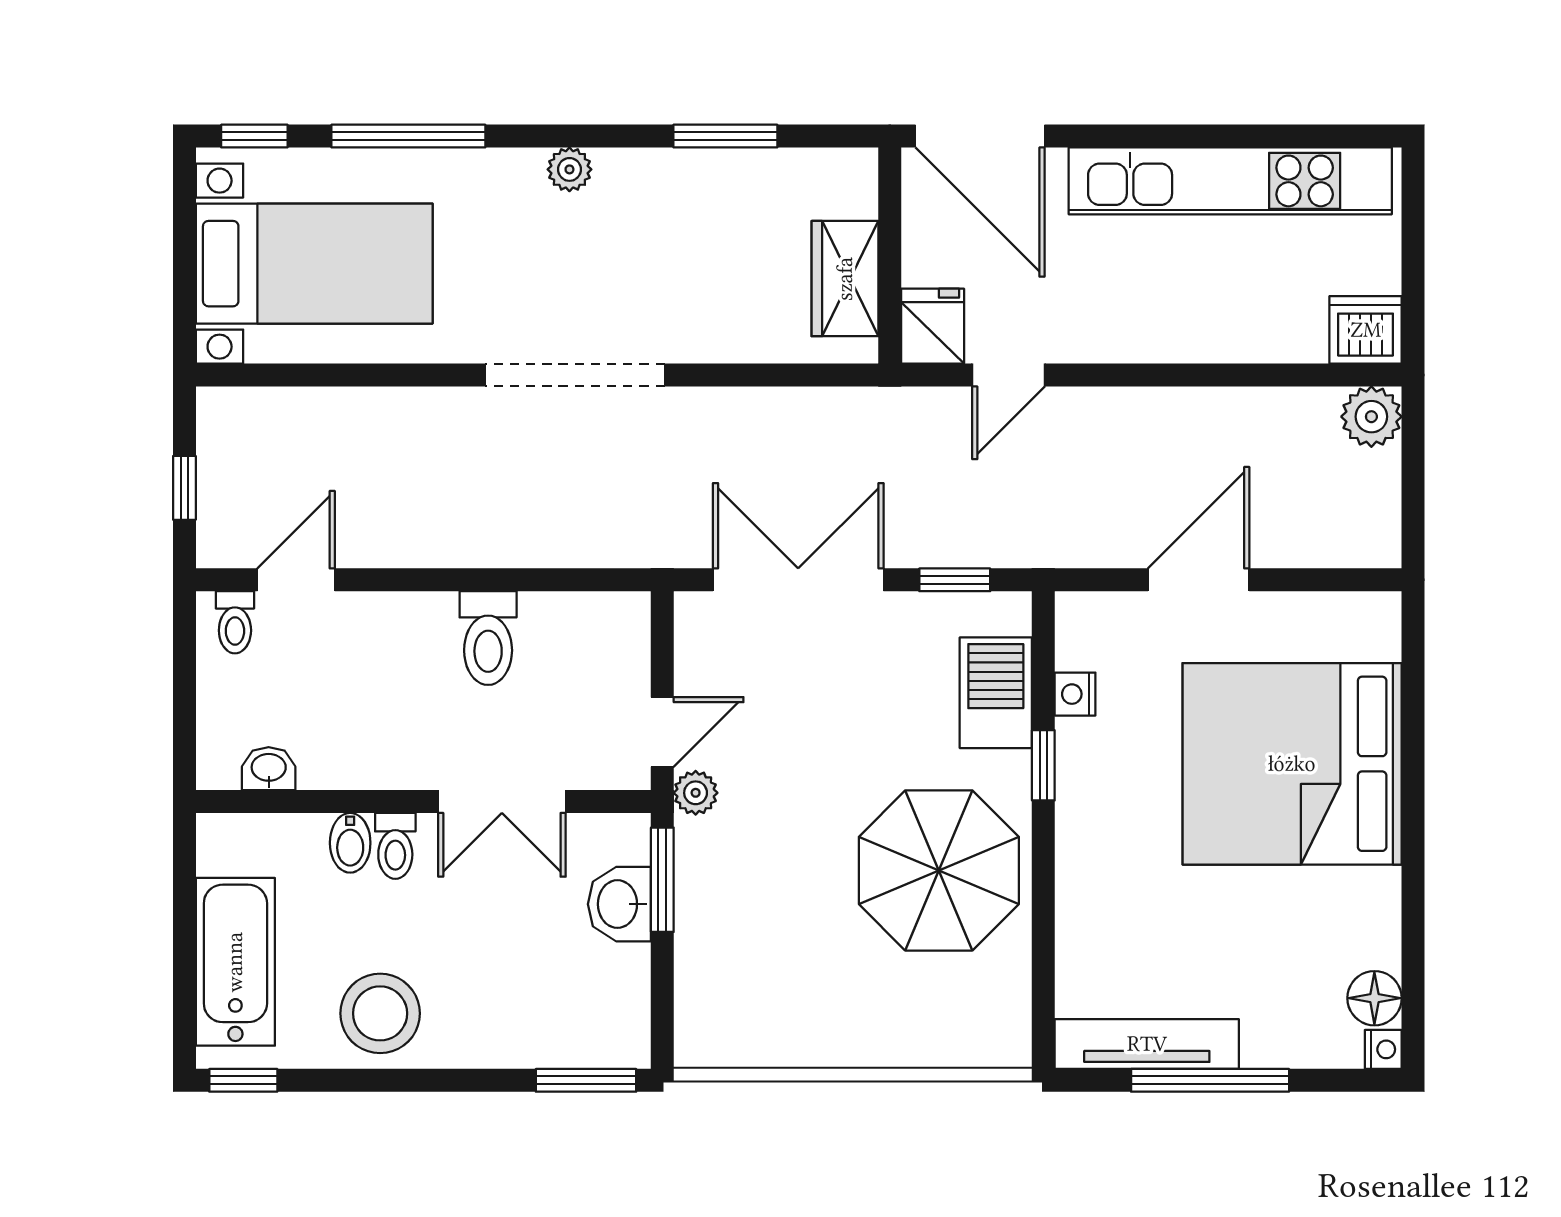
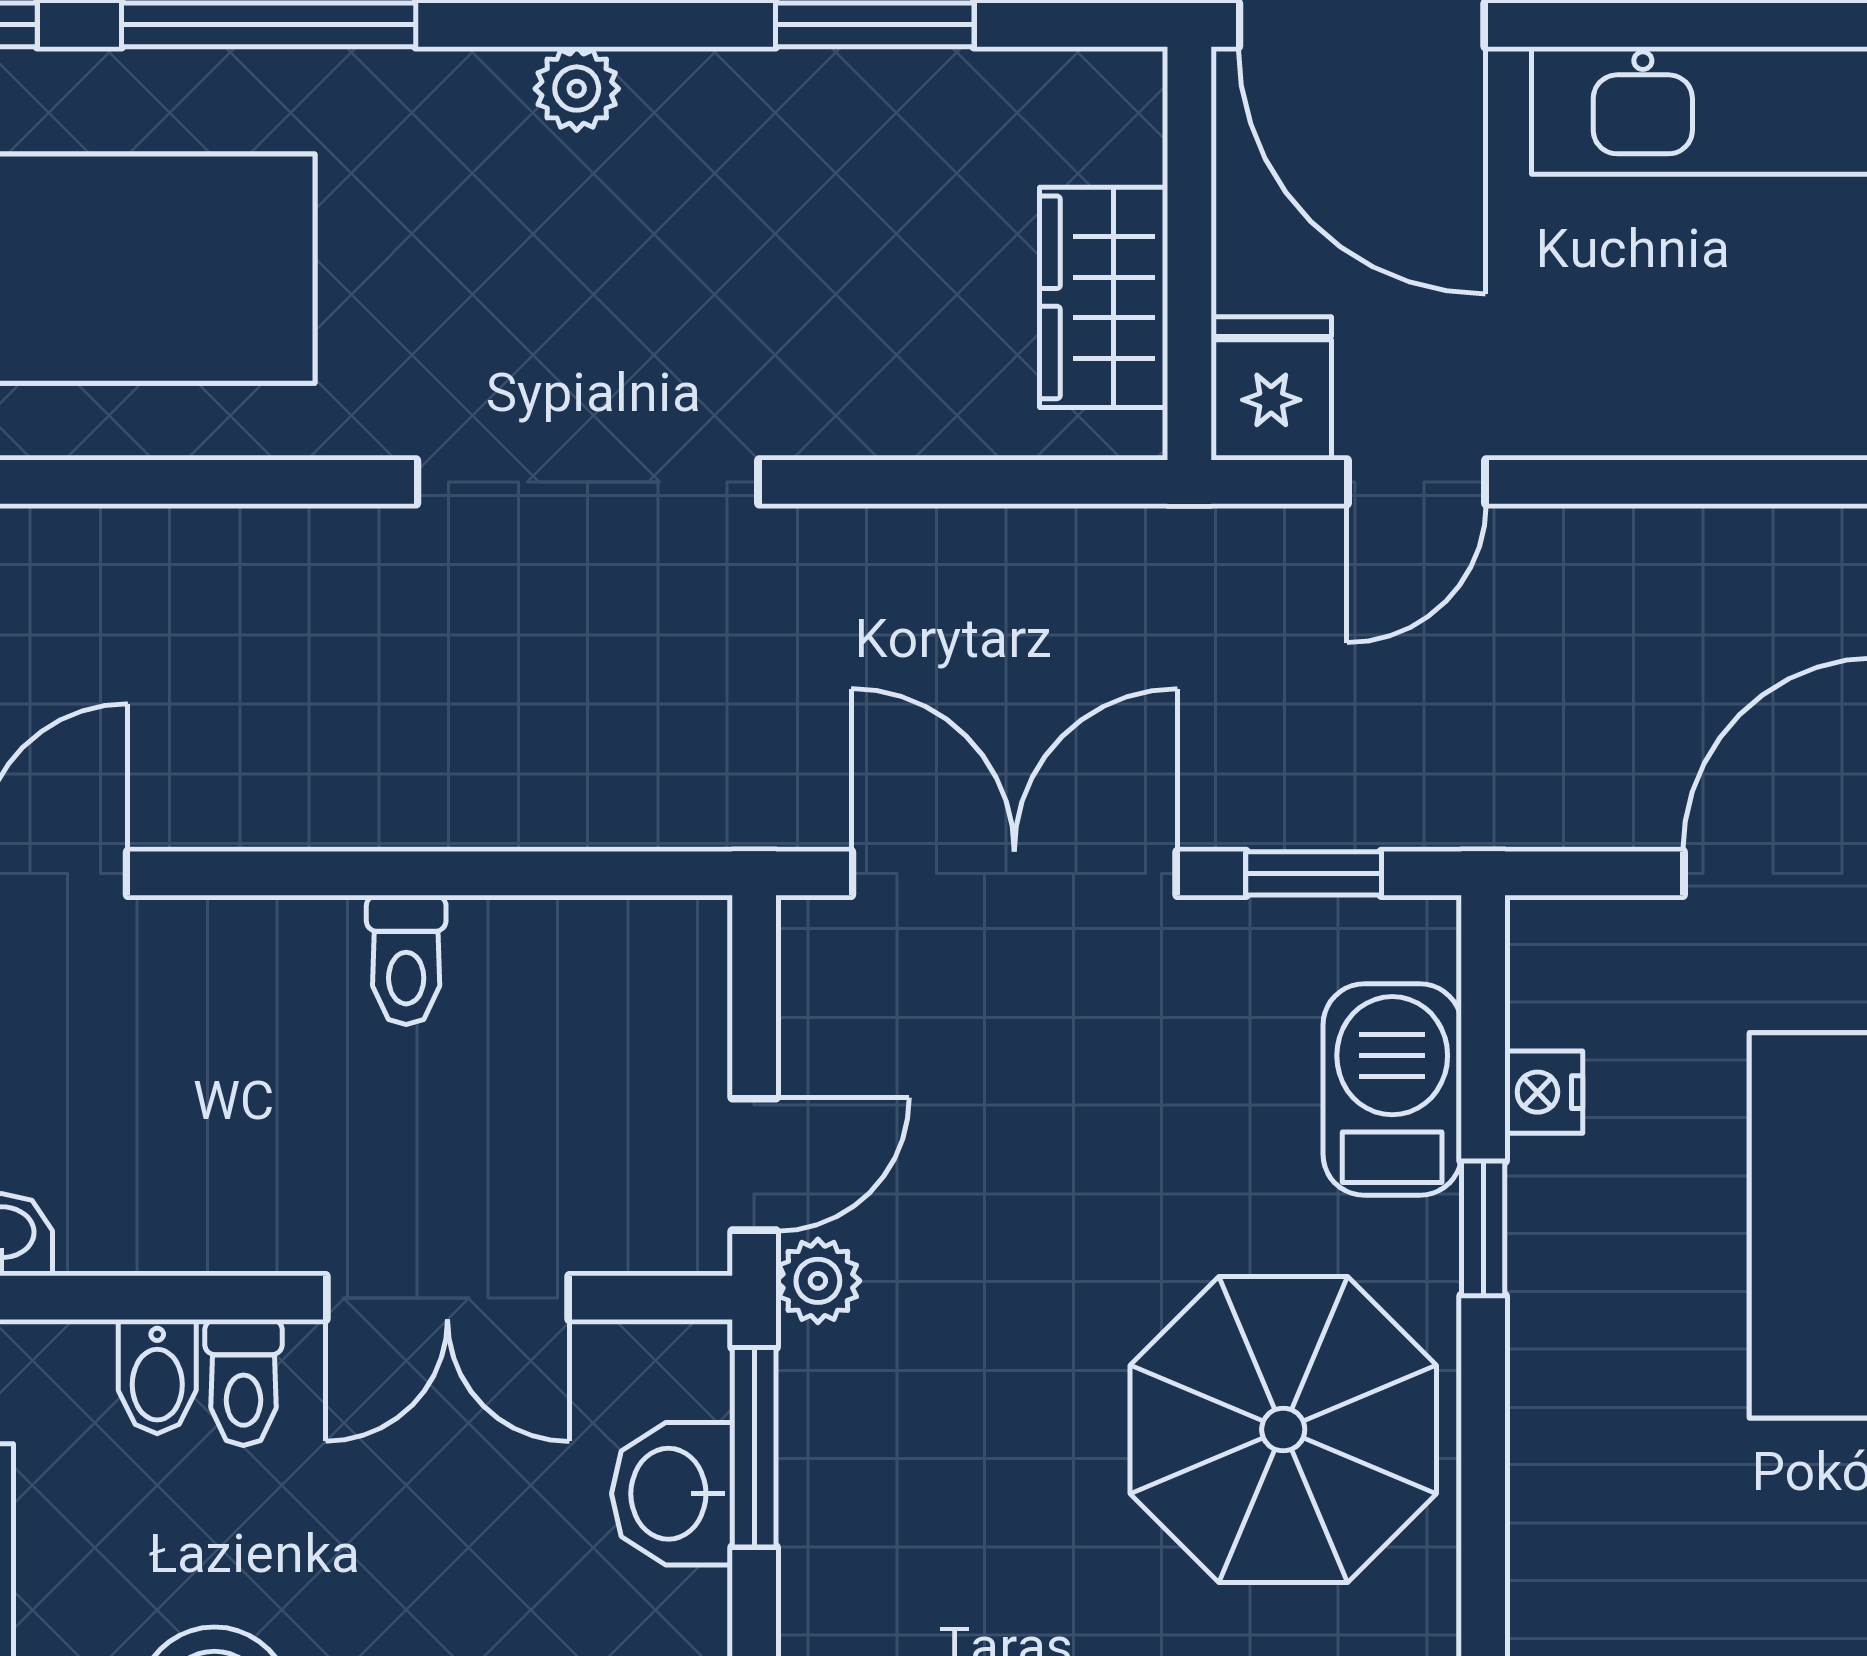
toilet: (488, 638) -> (406, 960), width x0.73, depth x0.72

